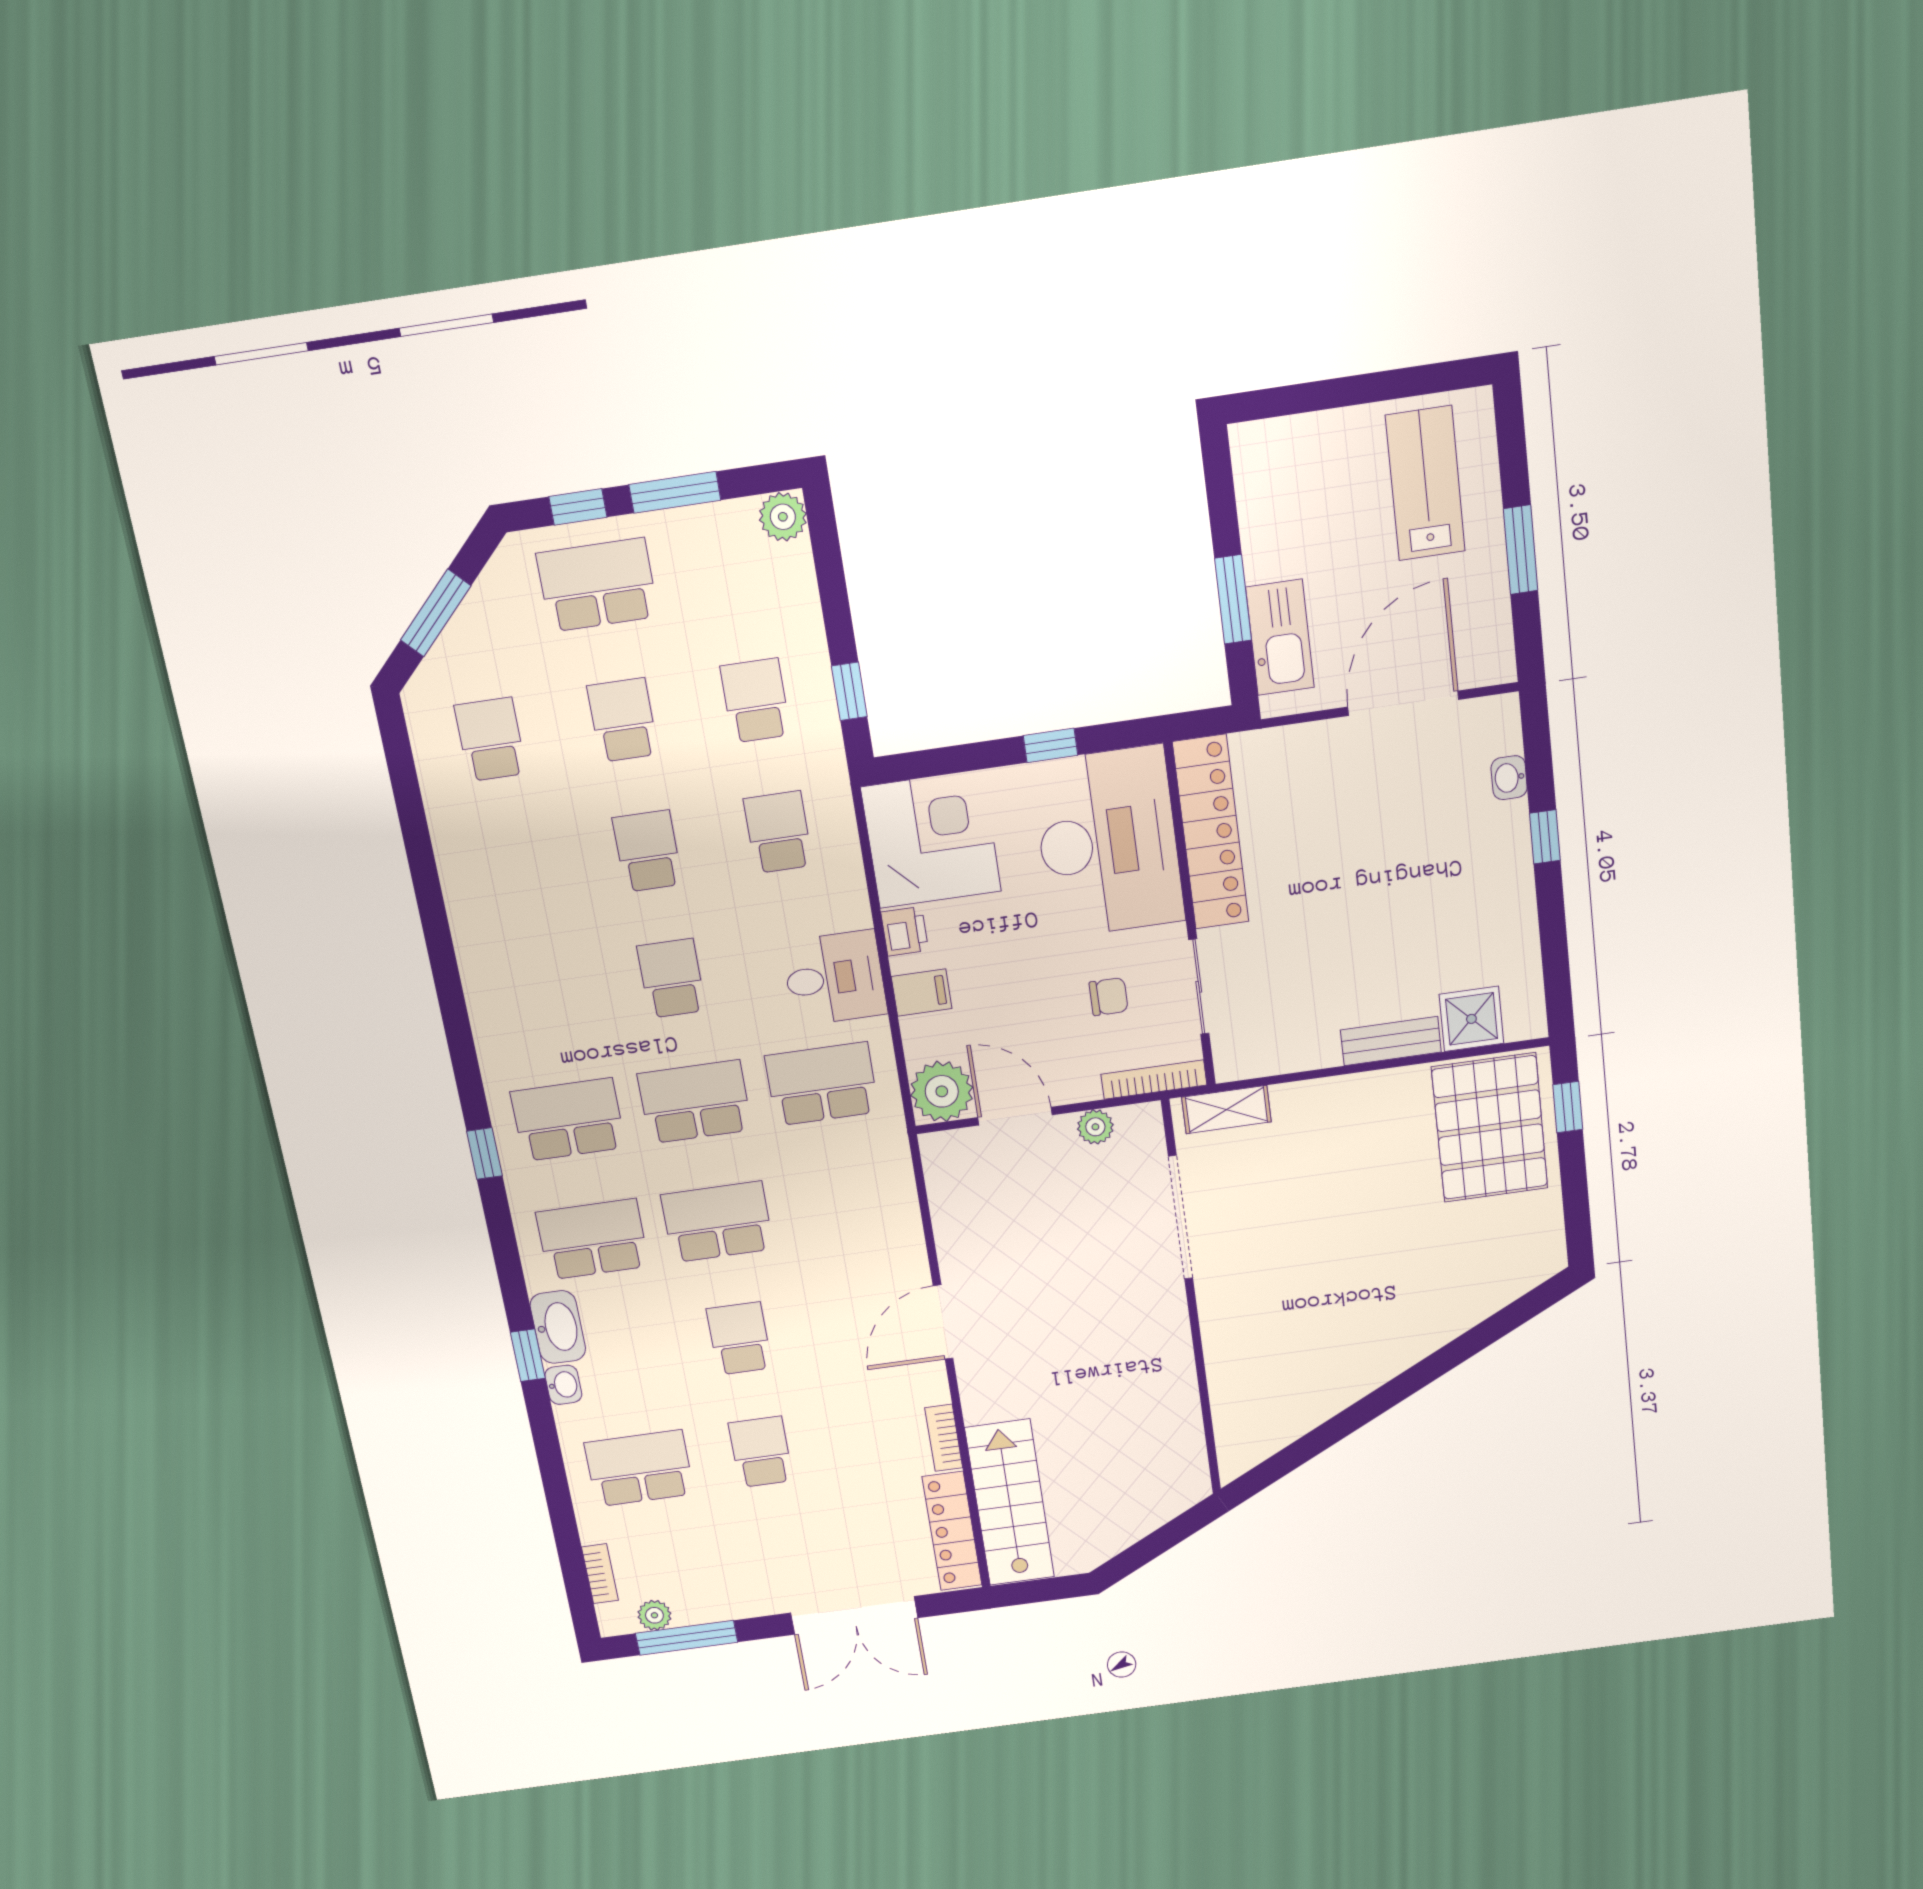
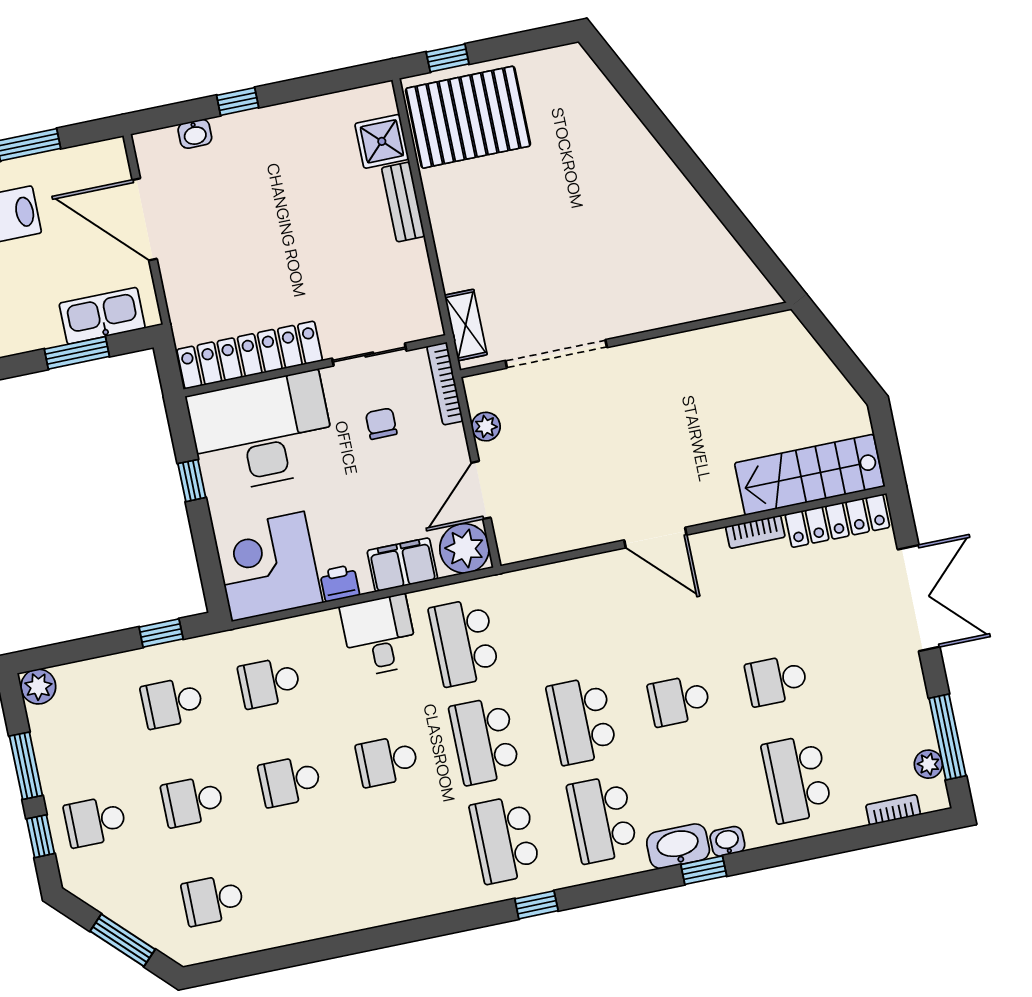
school desk: (597, 585) -> (95, 821), width x0.54
filing cabinet: (921, 993) -> (402, 565), width x2.00

